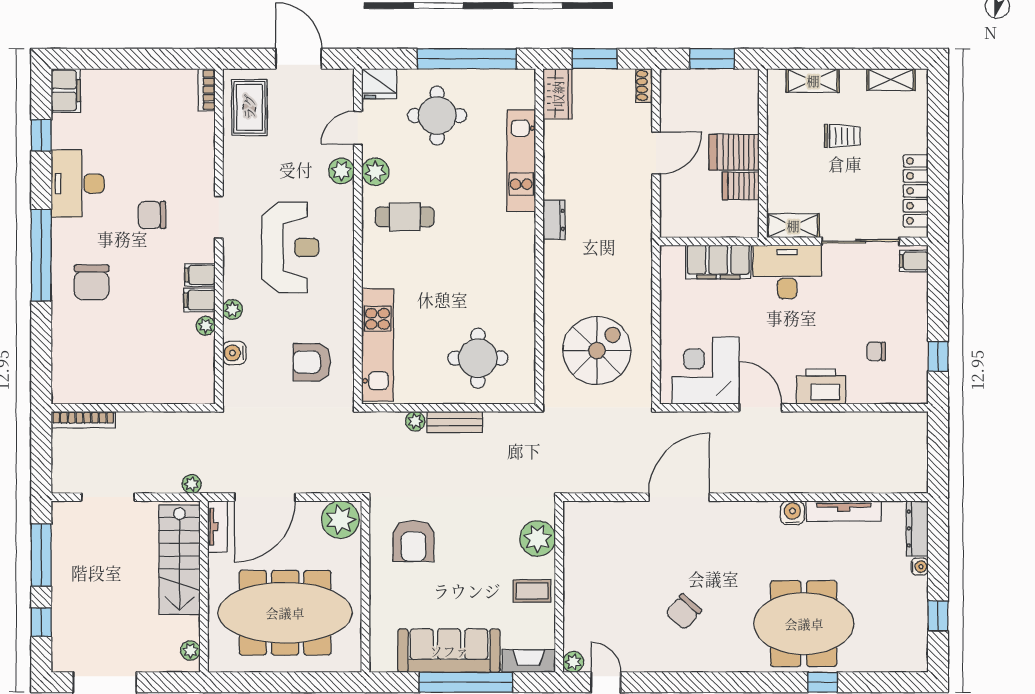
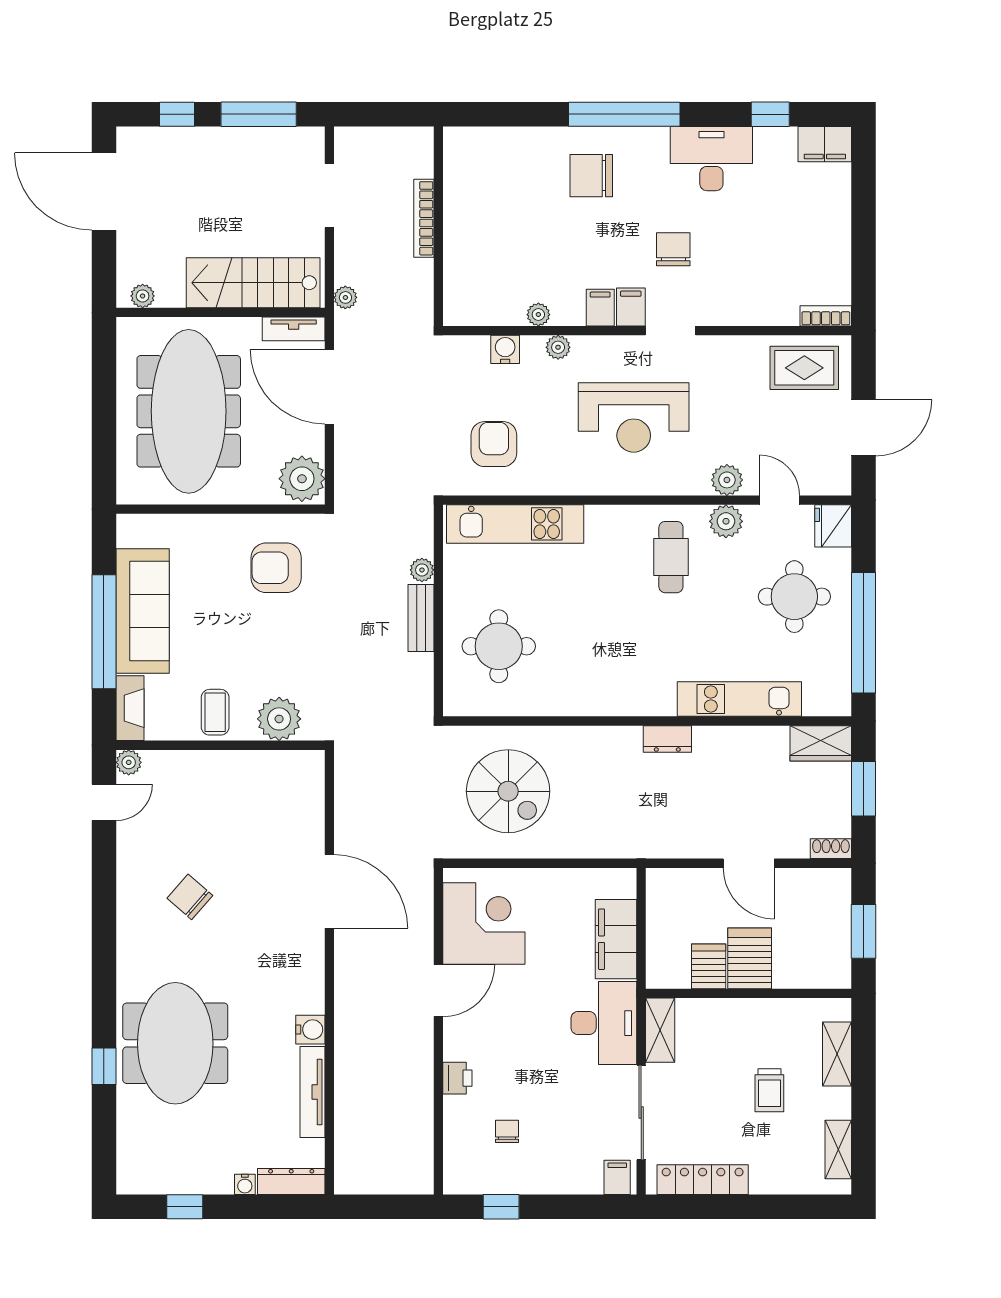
filing cabinet: (199, 300) -> (631, 307), moved
printer: (821, 386) -> (457, 1078), width x0.53, depth x0.68
bookcase: (83, 420) -> (424, 218), moved

